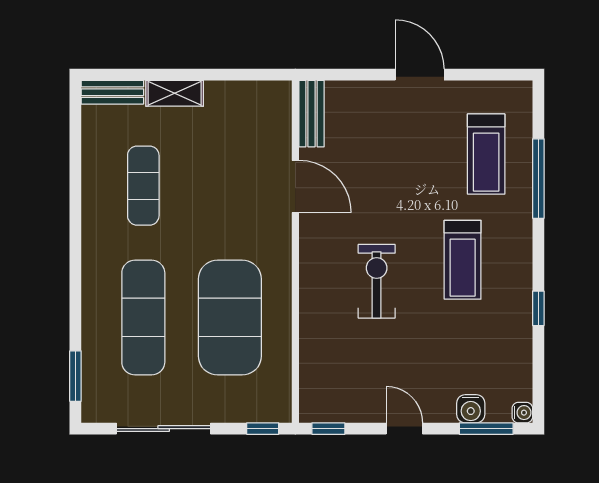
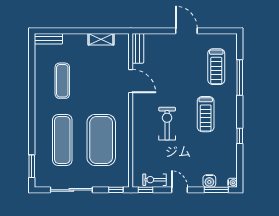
shelving: (175, 93) -> (101, 39), moved
exercise bike: (348, 406) -> (154, 180), added

